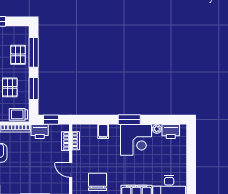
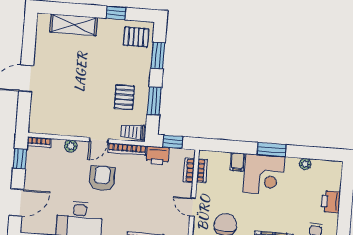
window: (34, 52) -> (158, 55), width x0.69
pallet: (18, 55) -> (136, 37), moved, turned 90
printer: (171, 132) -> (331, 202), moved, turned 90
corner desk: (136, 140) -> (264, 175), moved

